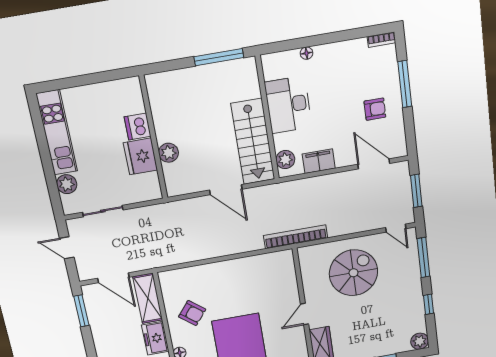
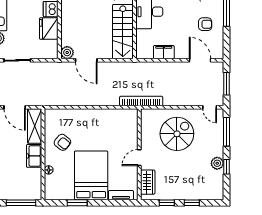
plant: (169, 153) -> (67, 53), moved
plant: (285, 160) -> (142, 47), removed
door: (226, 190) -> (86, 60), moved
plant: (420, 341) -> (217, 163), moved

